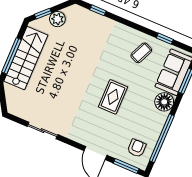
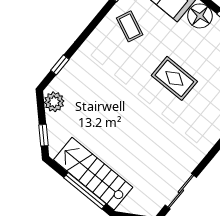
plant: (57, 19) -> (54, 102), moved
sliding door: (43, 131) -> (181, 191), moved

